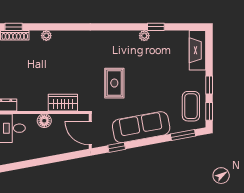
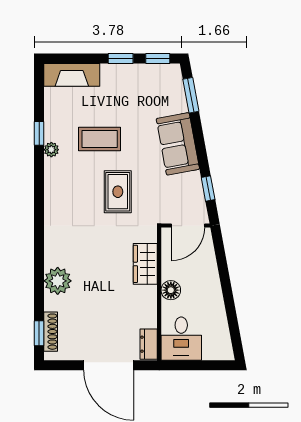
plant: (46, 36) -> (58, 281), width x1.88, depth x1.88
rug: (114, 83) -> (118, 192), turned 90
coffee table: (191, 106) -> (100, 139), moved
sofa: (141, 127) -> (178, 144), width x0.73

